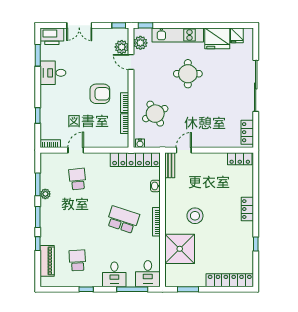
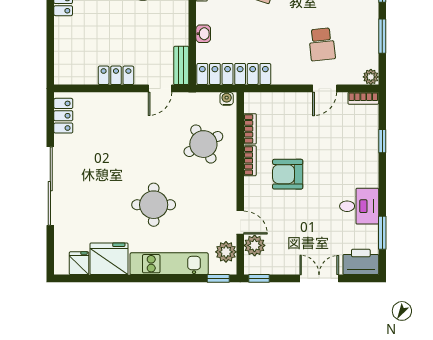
locker: (240, 159) -> (116, 75), moved
plant: (45, 194) -> (371, 77), moved

